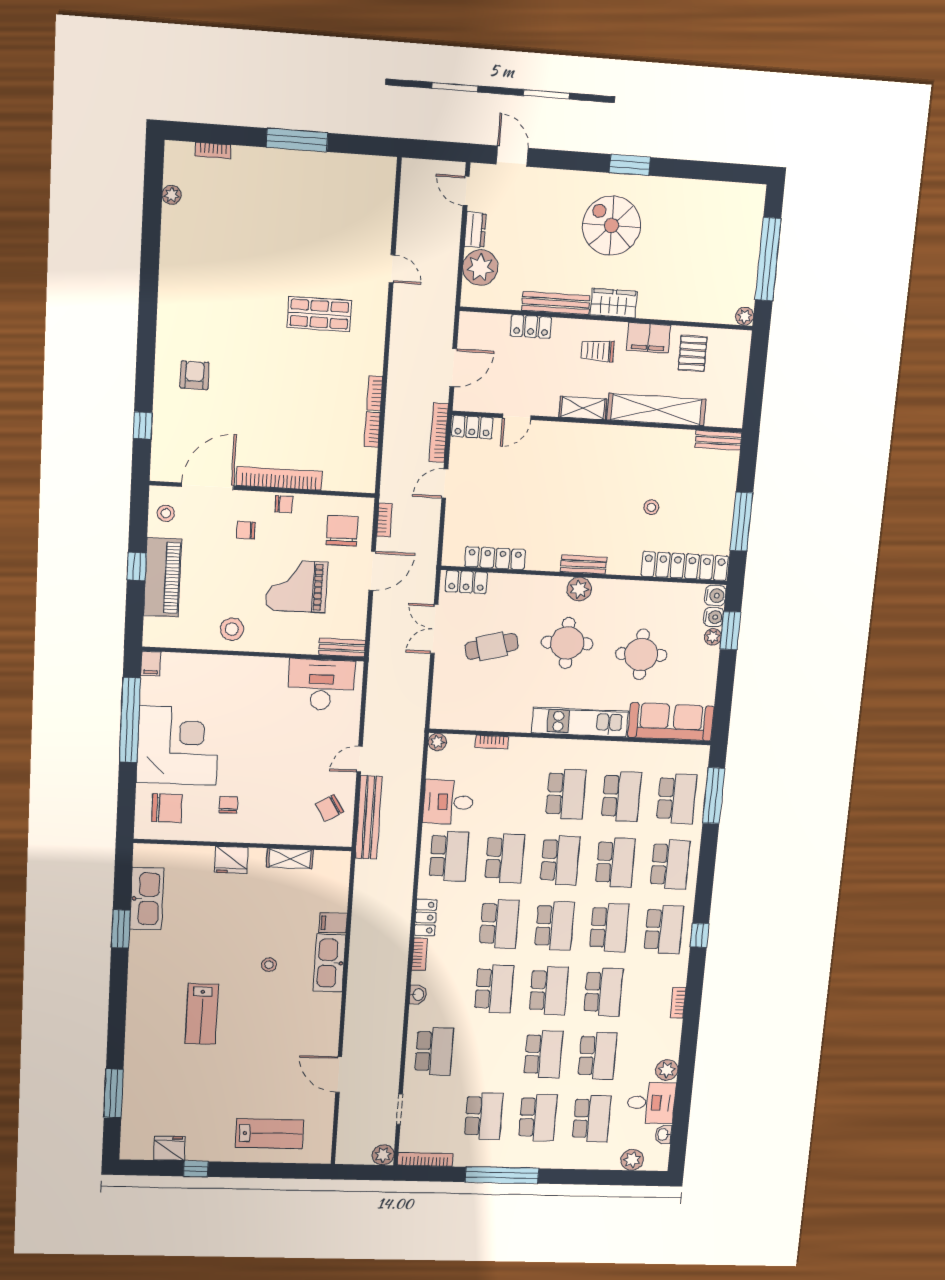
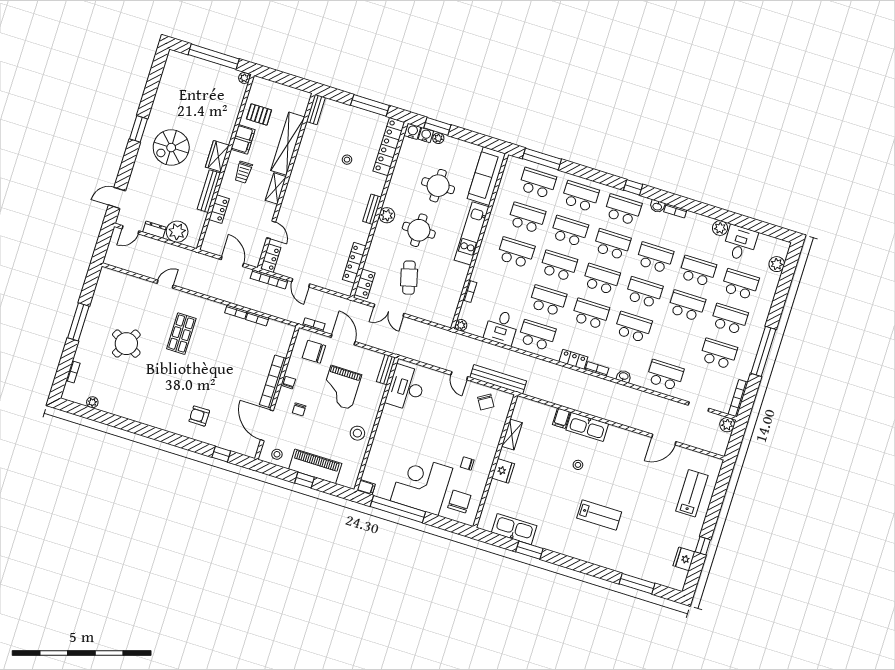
round table: (281, 228) -> (126, 344), added
washbasin: (663, 1134) -> (657, 206), moved

